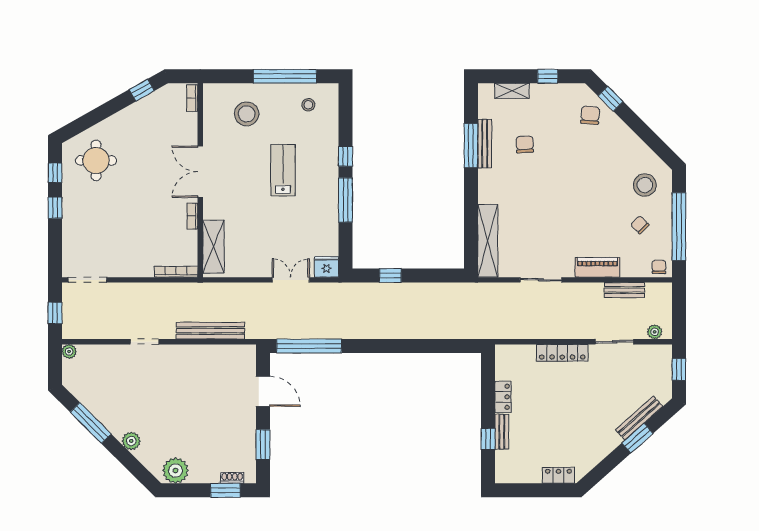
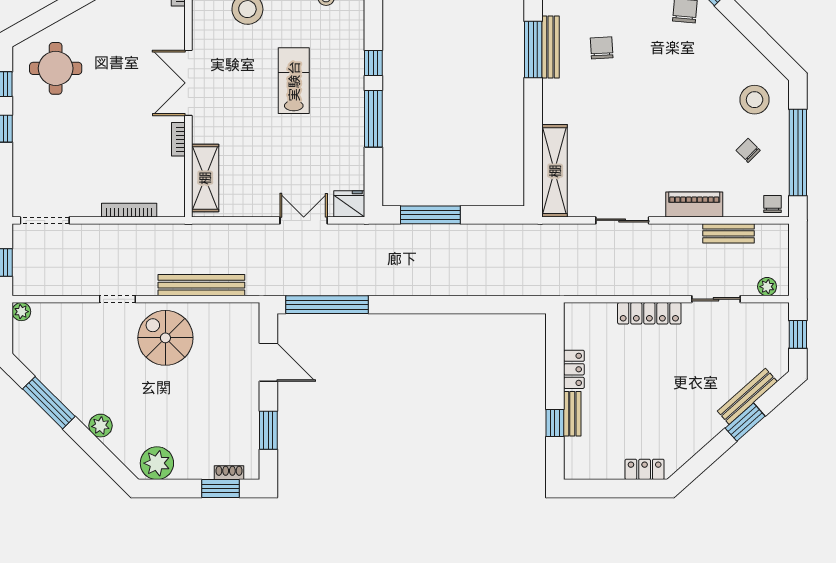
bookcase: (176, 272) -> (129, 210), moved
window: (390, 276) -> (430, 215), width x2.17
spiral stairs: (182, 372) -> (165, 338), added

